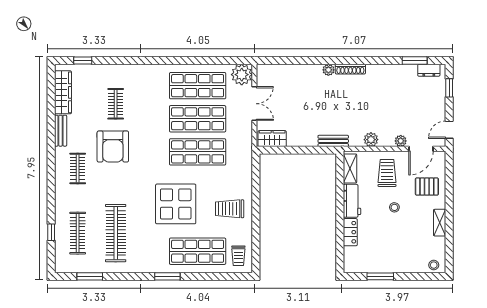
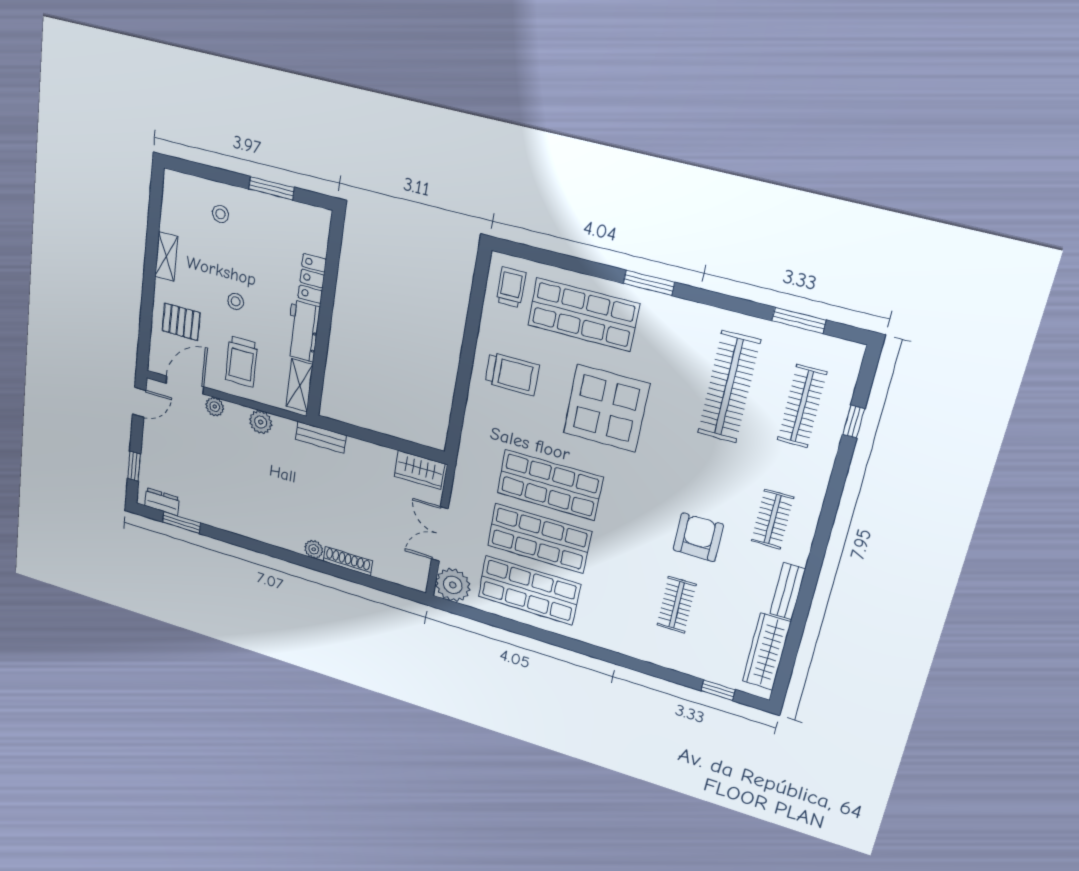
shoe rack: (350, 69) -> (348, 561), moved
armchair: (113, 146) -> (698, 537), width x0.73, depth x0.73
stool: (434, 265) -> (221, 214), moved

